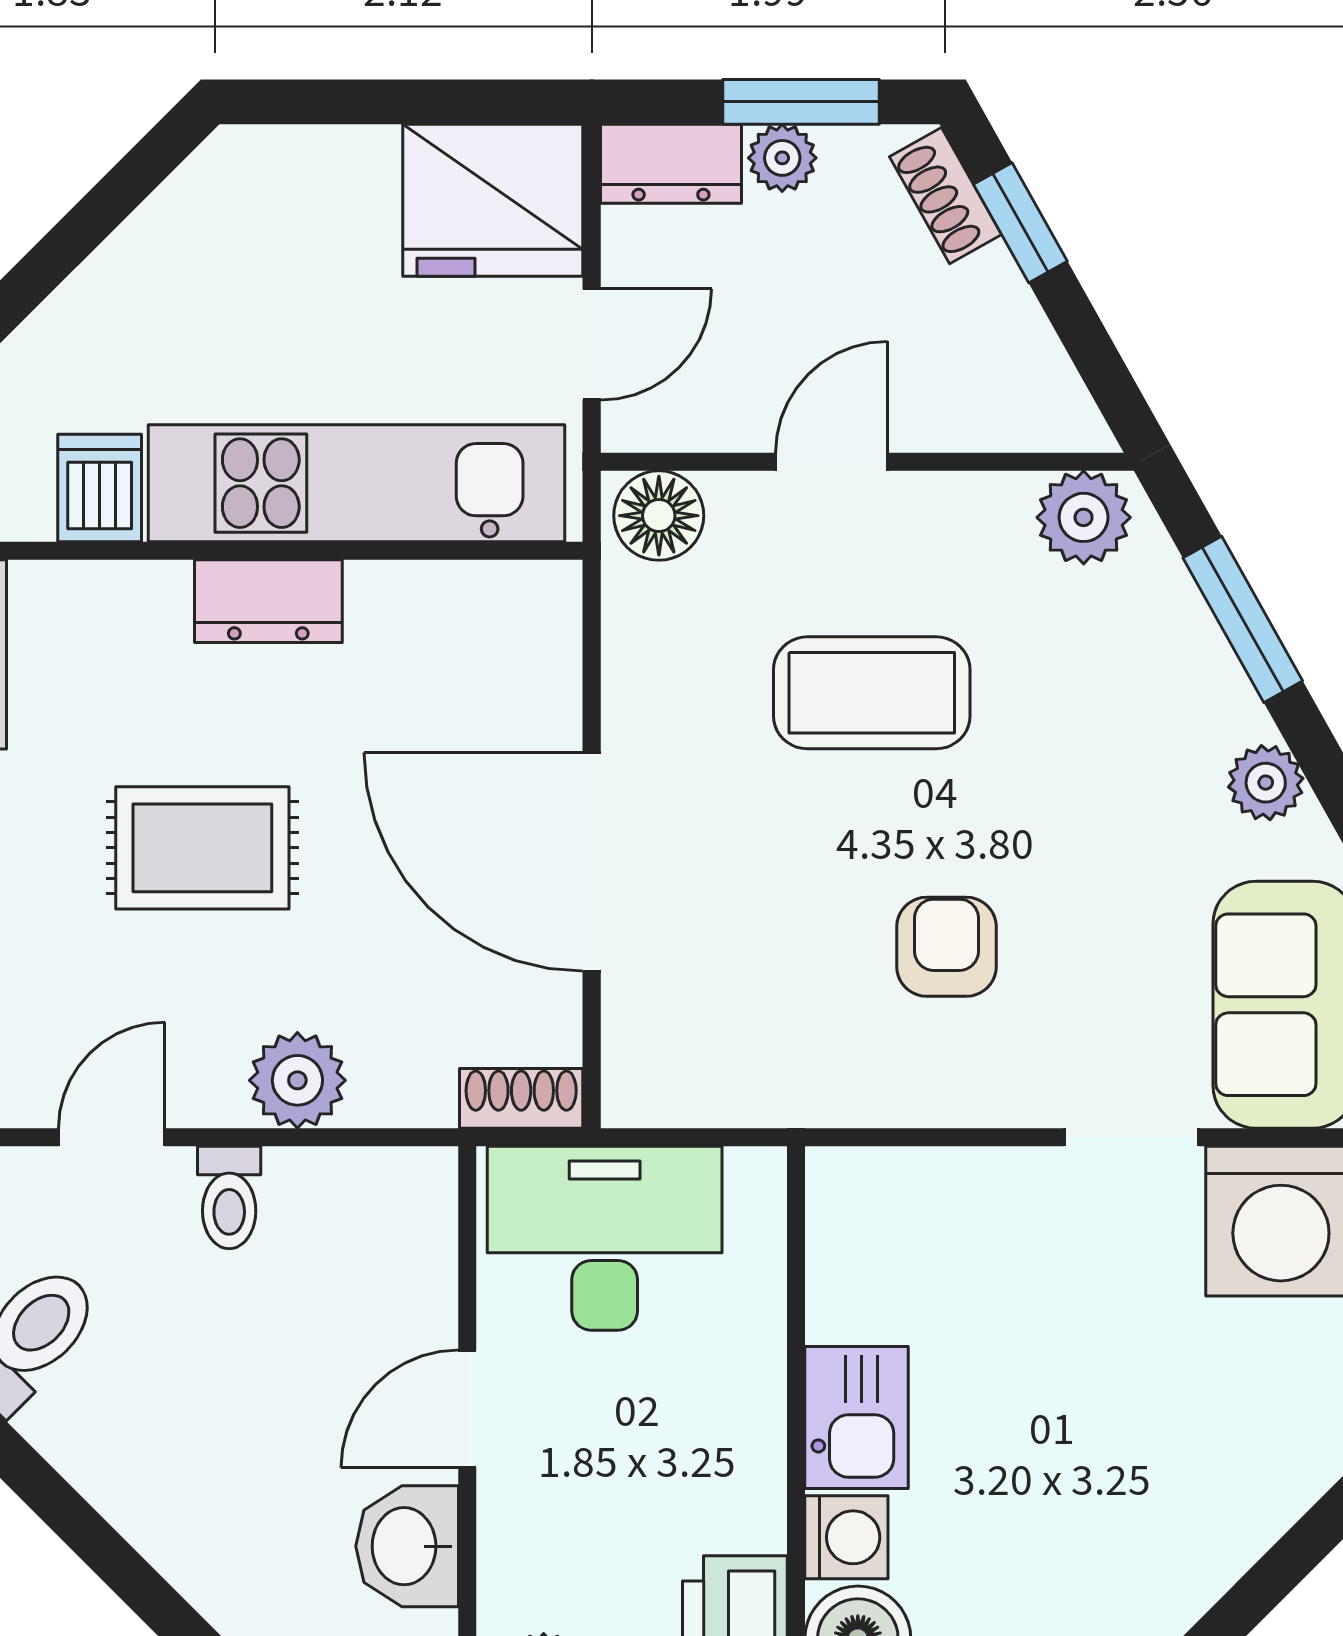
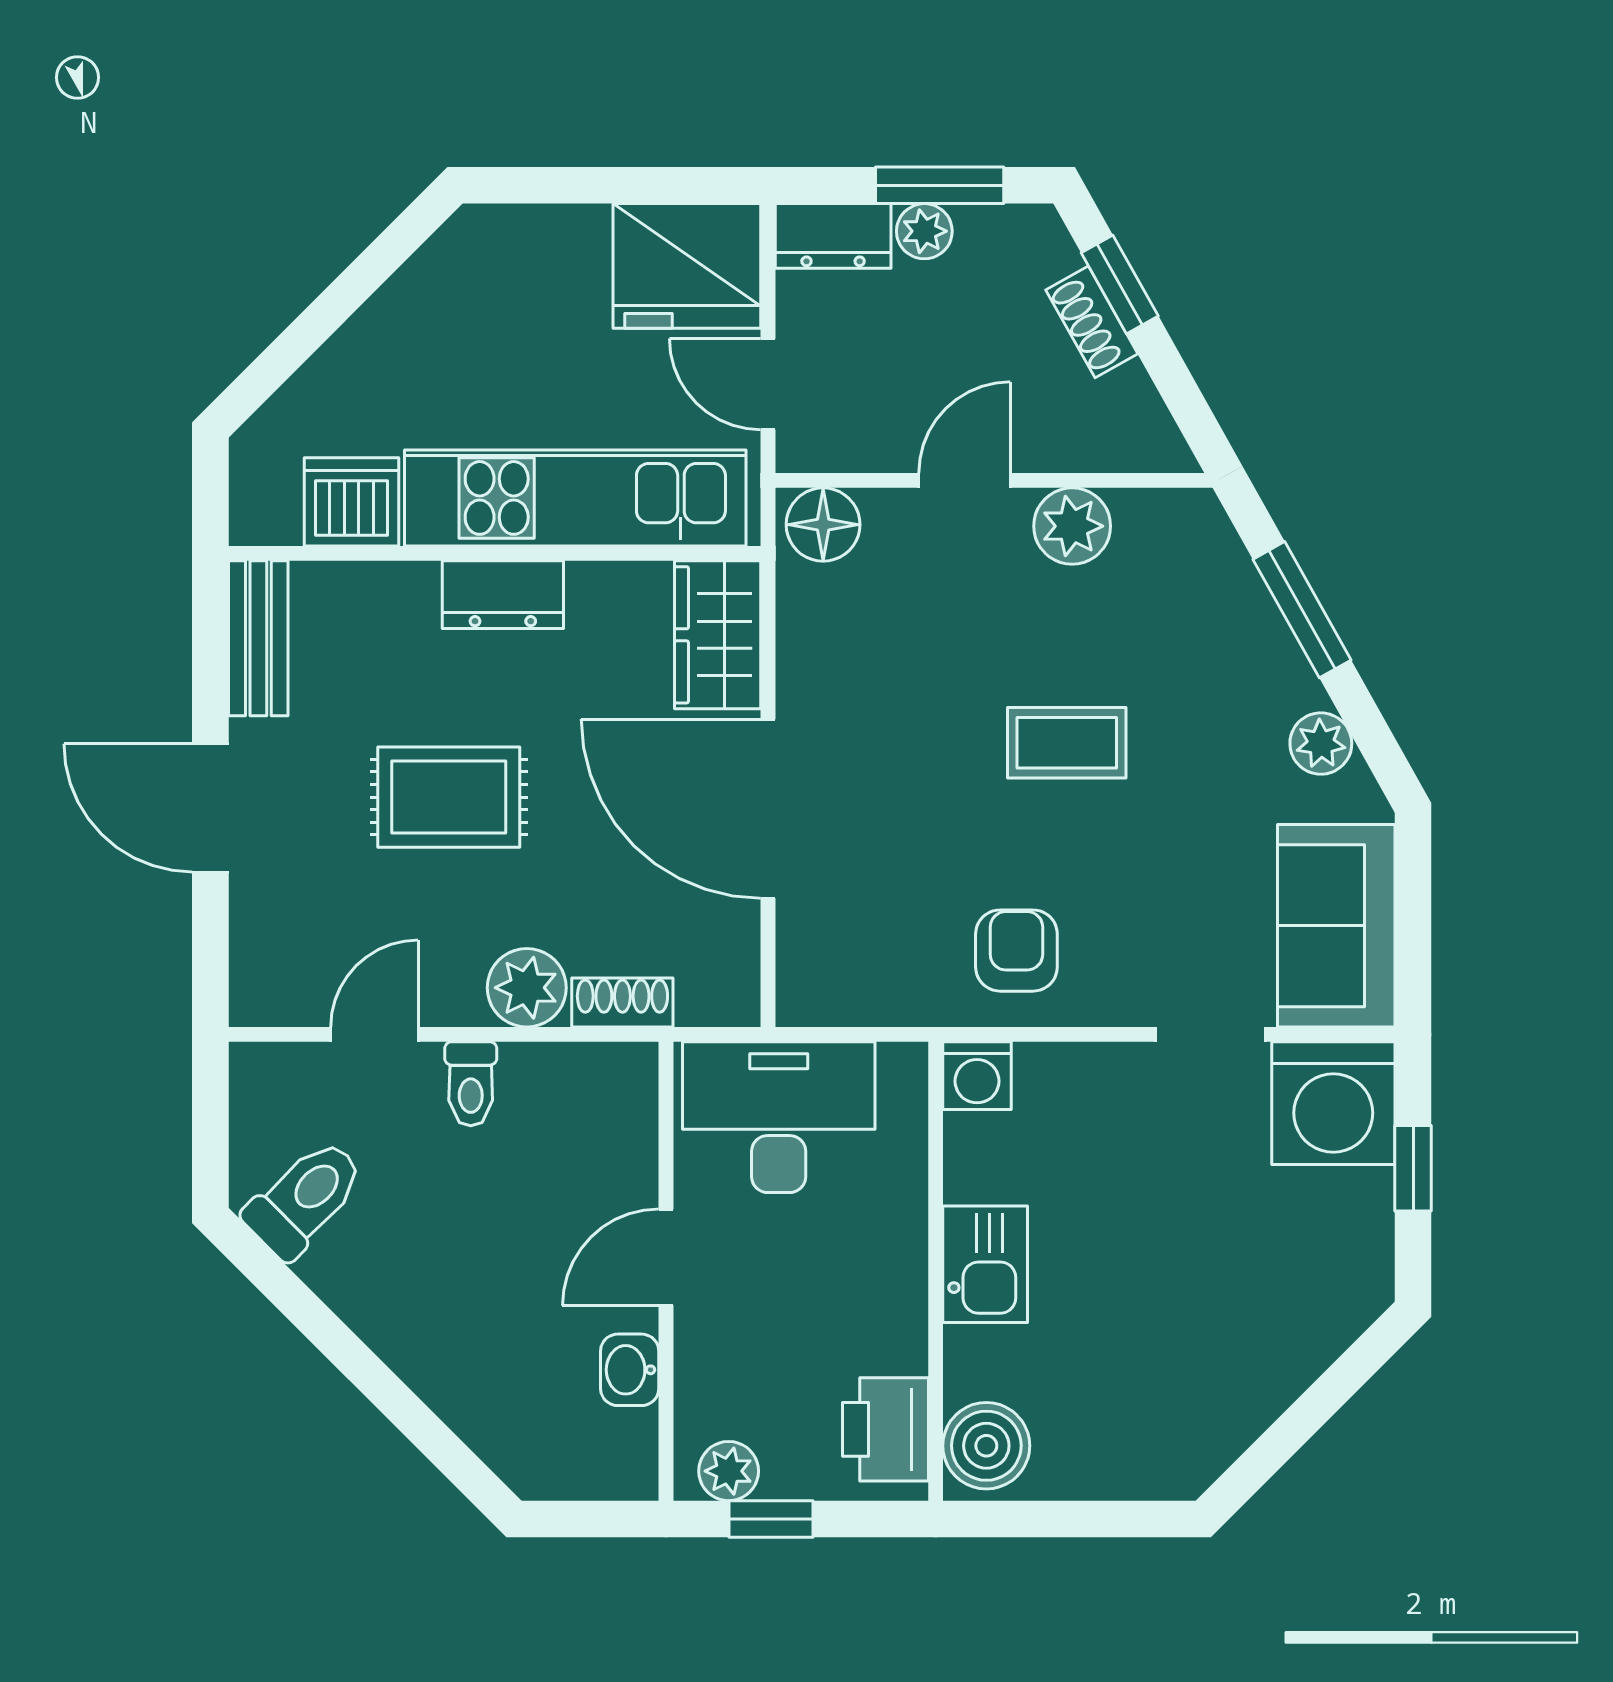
shoe rack: (946, 196) -> (1092, 322), moved
door: (592, 344) -> (768, 384), swing flipped
dishwasher: (100, 488) -> (351, 502), width x1.38
plant: (1084, 517) -> (1072, 526), moved
wardrobe: (530, 650) -> (718, 635), added
coffee table: (872, 693) -> (1067, 743), moved, width x0.73, depth x0.77
armchair: (947, 947) -> (1016, 951), moved
shoe rack: (521, 1098) -> (622, 1003), moved
washing machine: (846, 1537) -> (977, 1076), moved, turned 90
washbasin: (407, 1546) -> (630, 1370), width x0.72, depth x0.69

